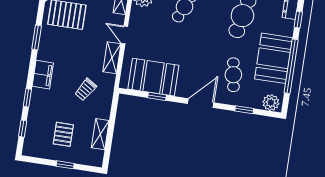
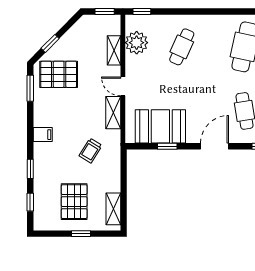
window: (37, 38) -> (30, 88), moved
filing cabinet: (43, 75) -> (43, 135), width x0.50
pallet: (63, 134) -> (74, 202), width x1.50, depth x1.42
shelving: (100, 134) -> (113, 209), moved

